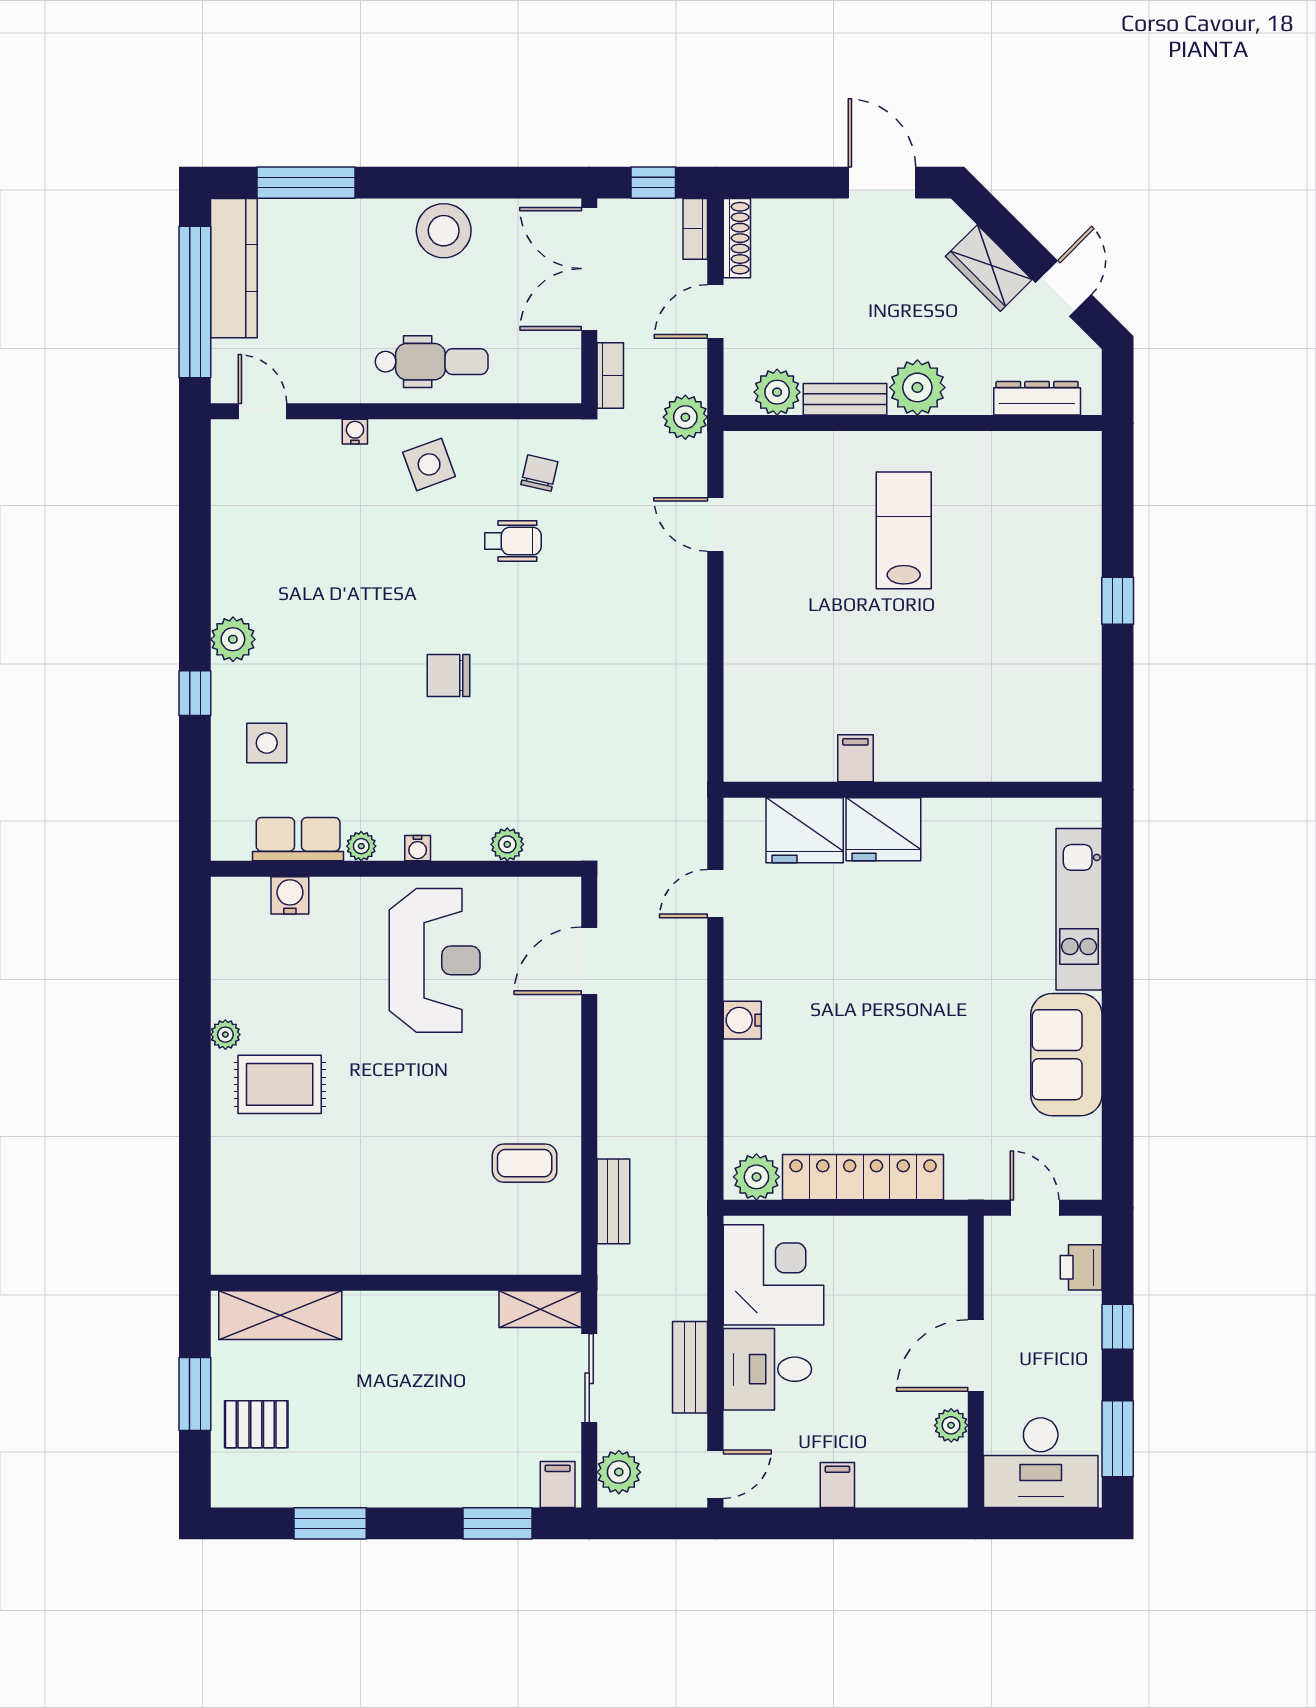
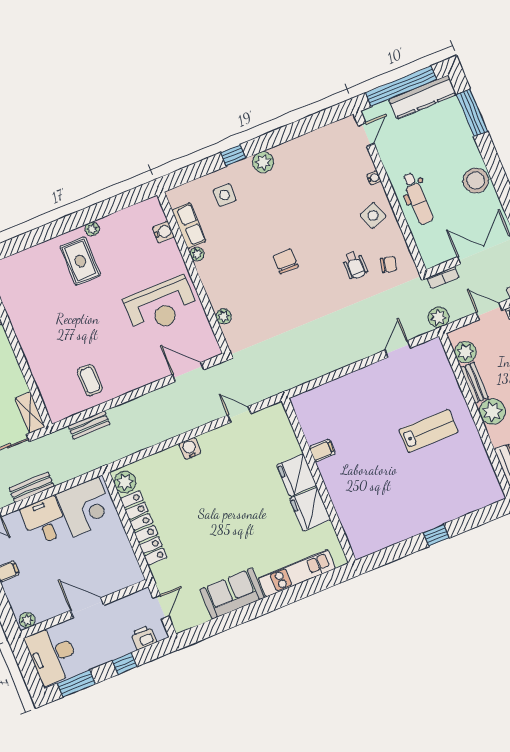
fridge: (805, 830) -> (310, 509), moved
water cooler: (418, 848) -> (206, 278), removed
plant: (951, 1425) -> (27, 620), moved

